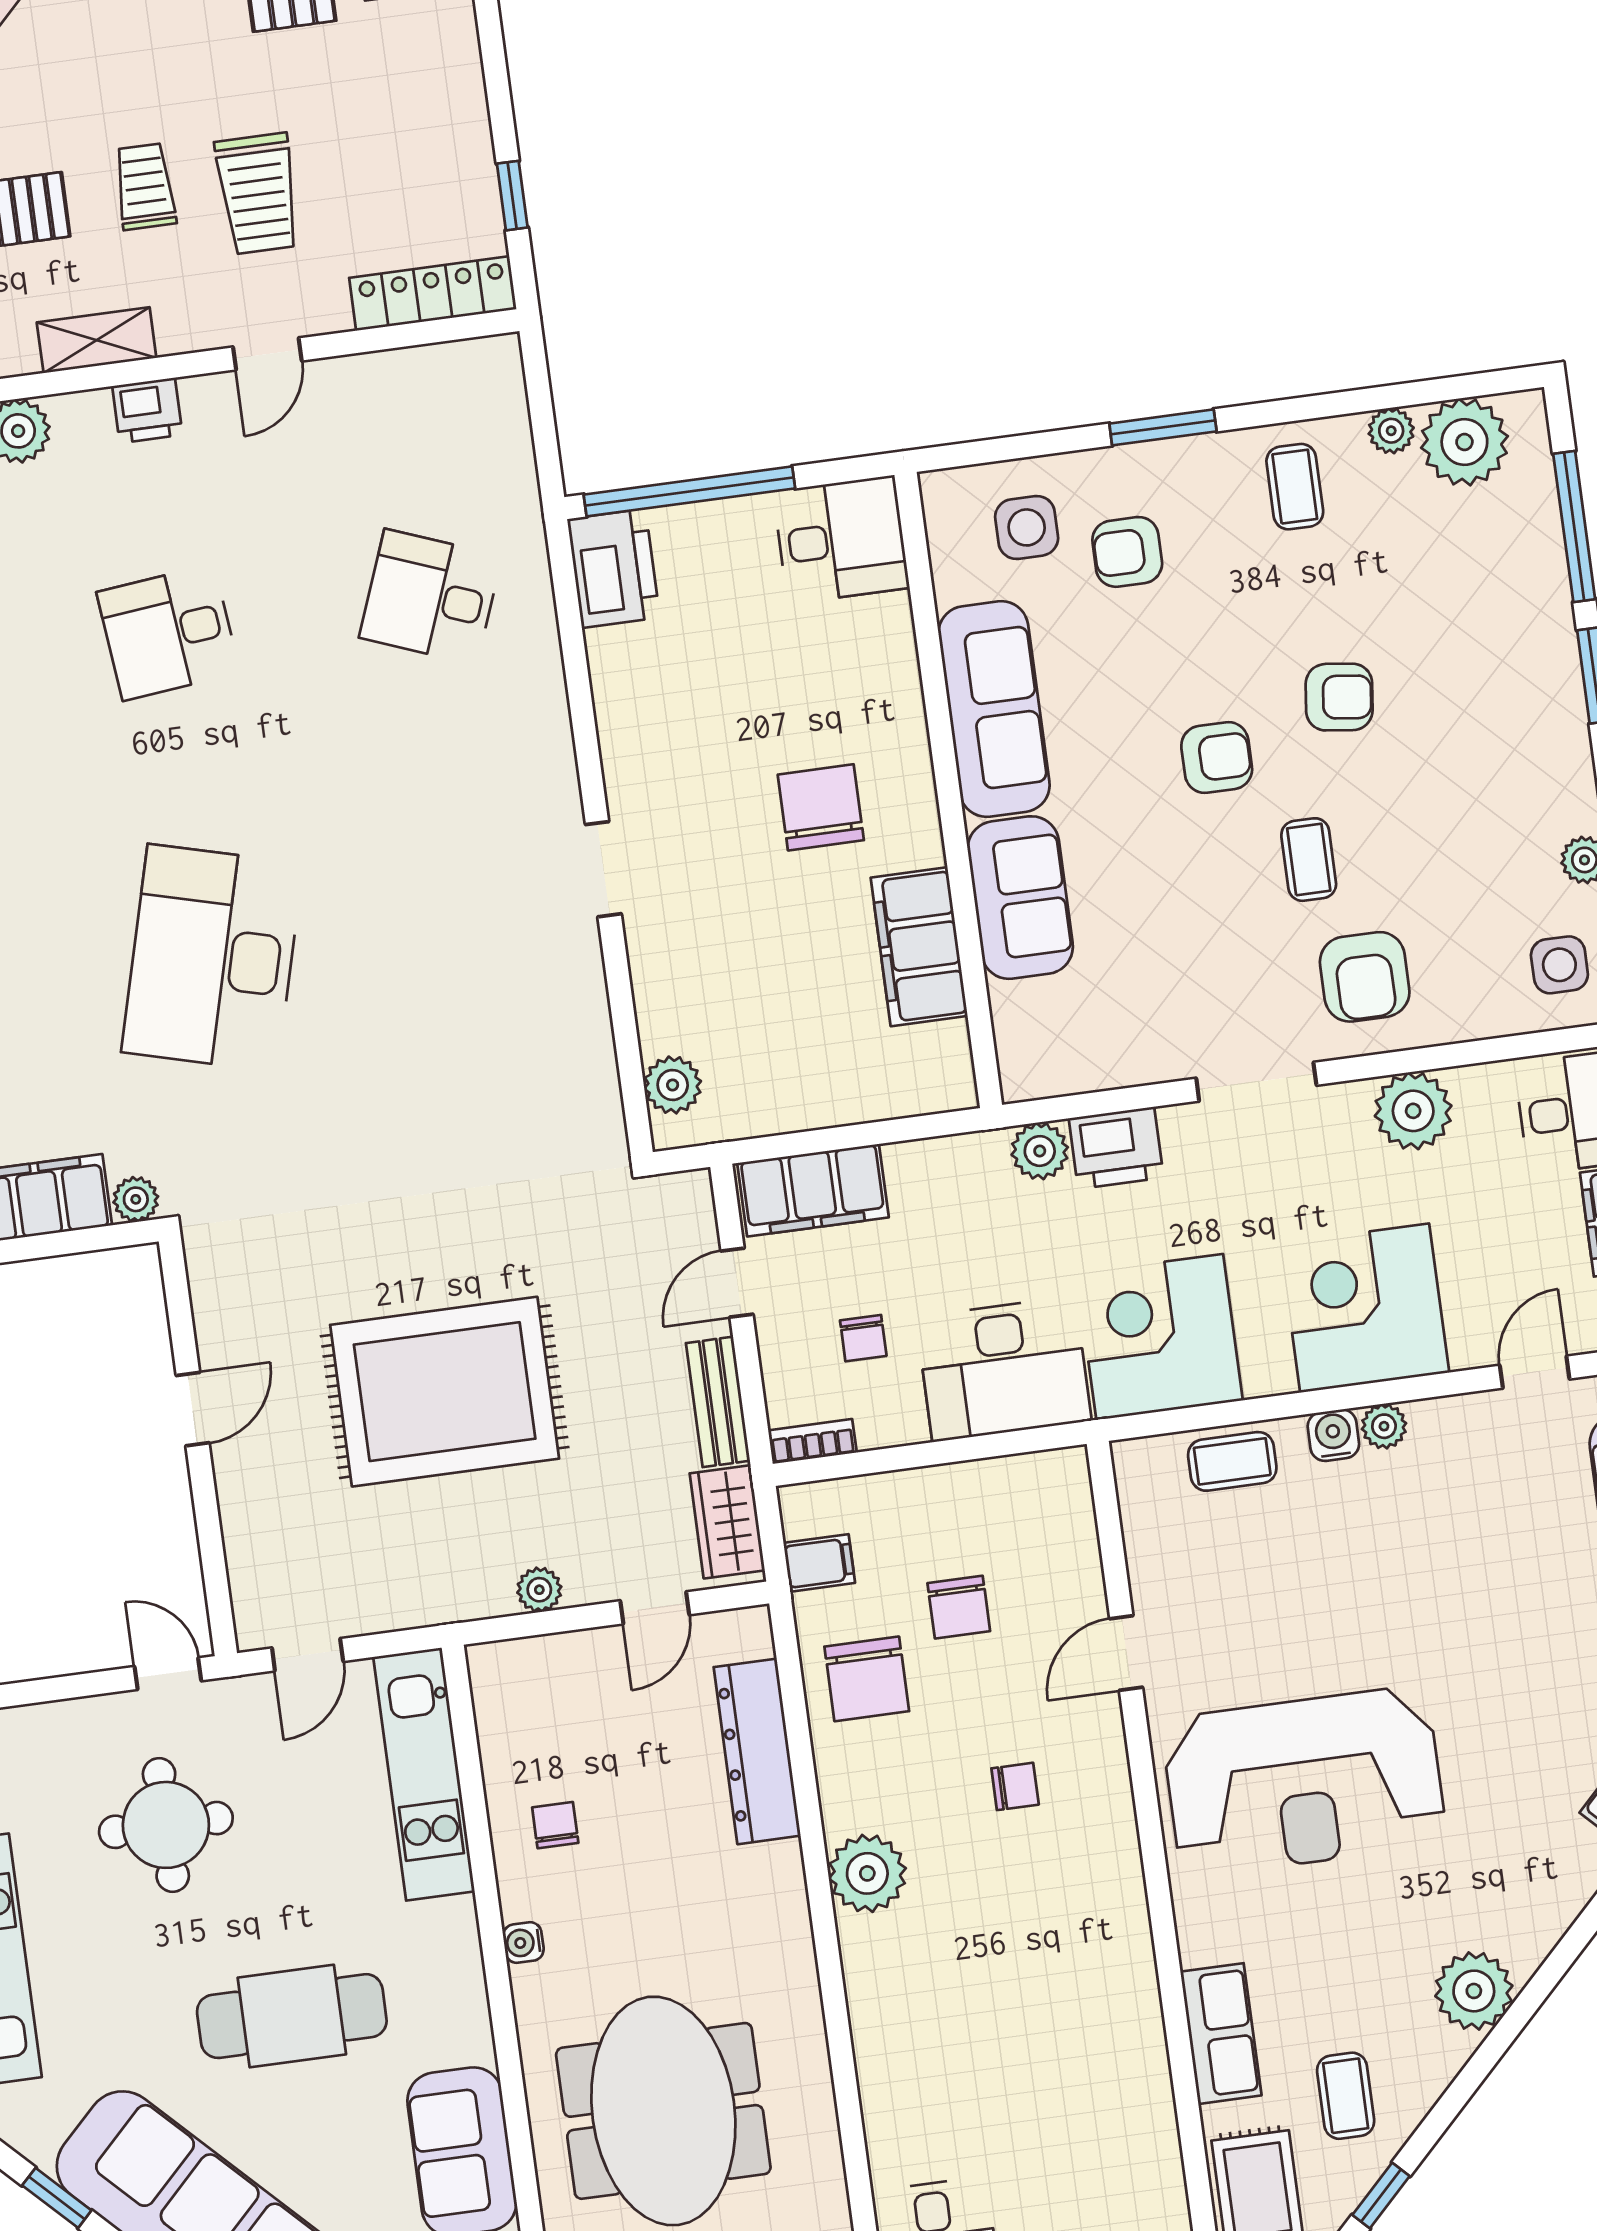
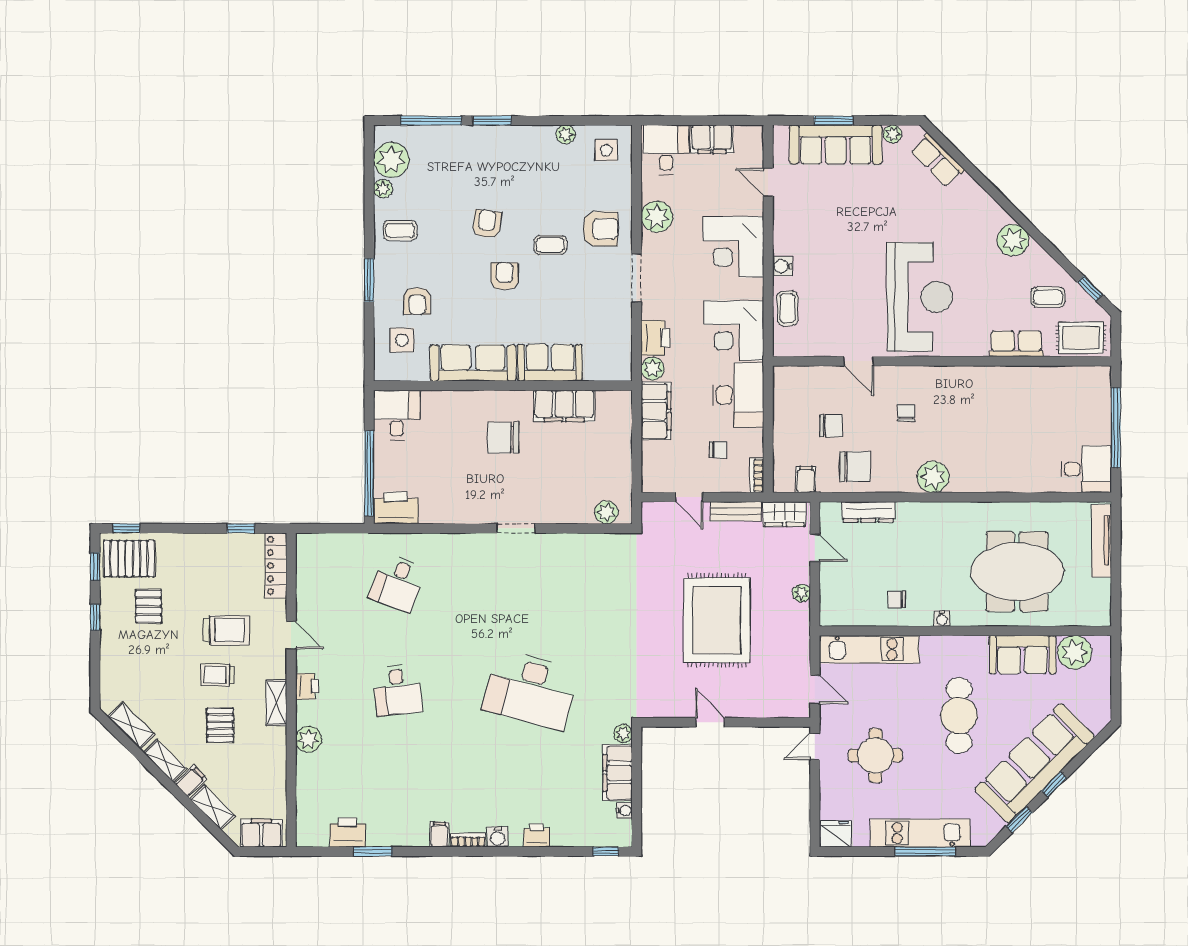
filing cabinet: (813, 1190) -> (656, 411), moved
plant: (1384, 1426) -> (782, 246), removed
dresser: (757, 1751) -> (868, 512), width x0.73, depth x0.80

